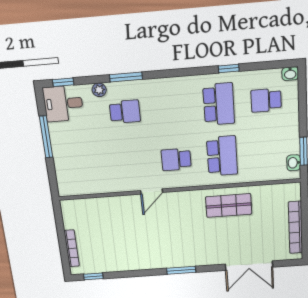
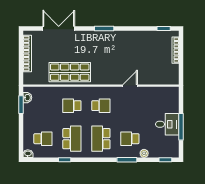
desk: (63, 103) -> (167, 124), moved
school desk: (219, 104) -> (72, 139), turned 180
school desk: (172, 108) -> (101, 139), added
school desk: (222, 156) -> (72, 106), width x0.54
door: (152, 191) -> (130, 86), moved
shop shelf: (229, 206) -> (70, 72), width x1.43, depth x1.36

